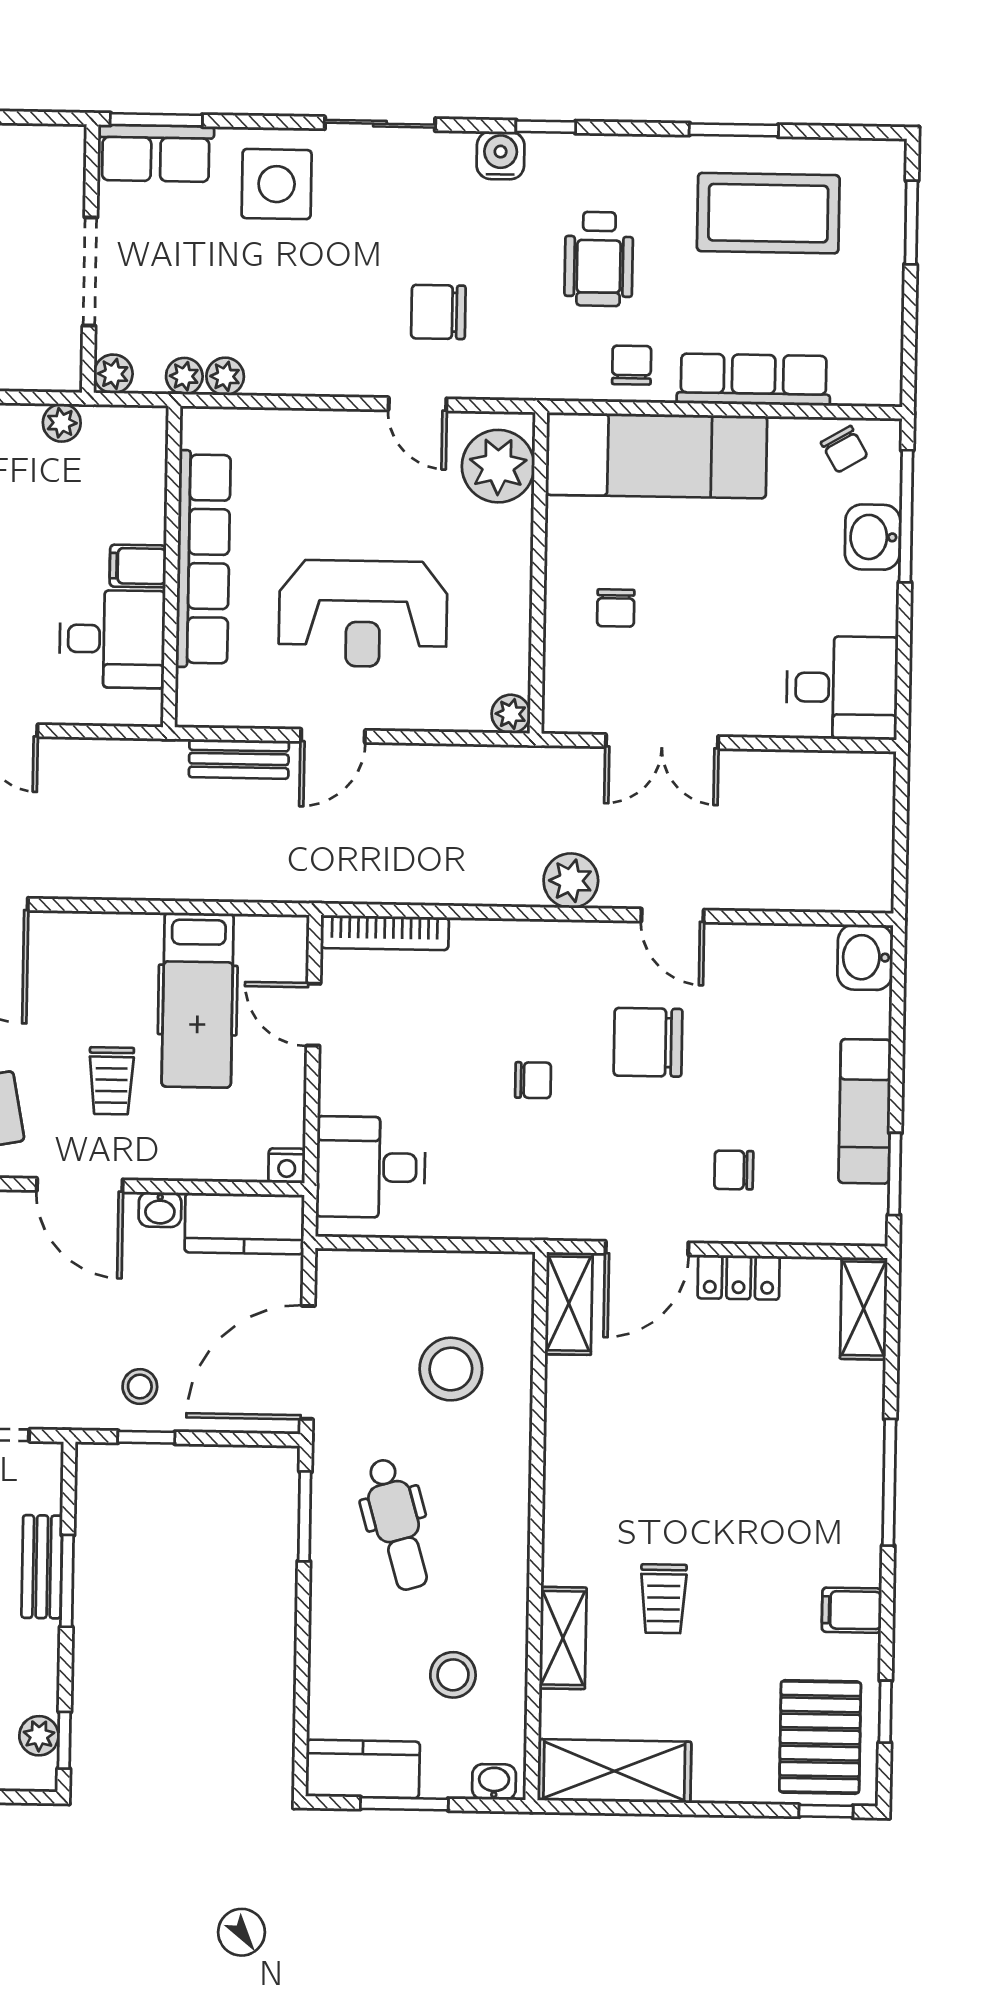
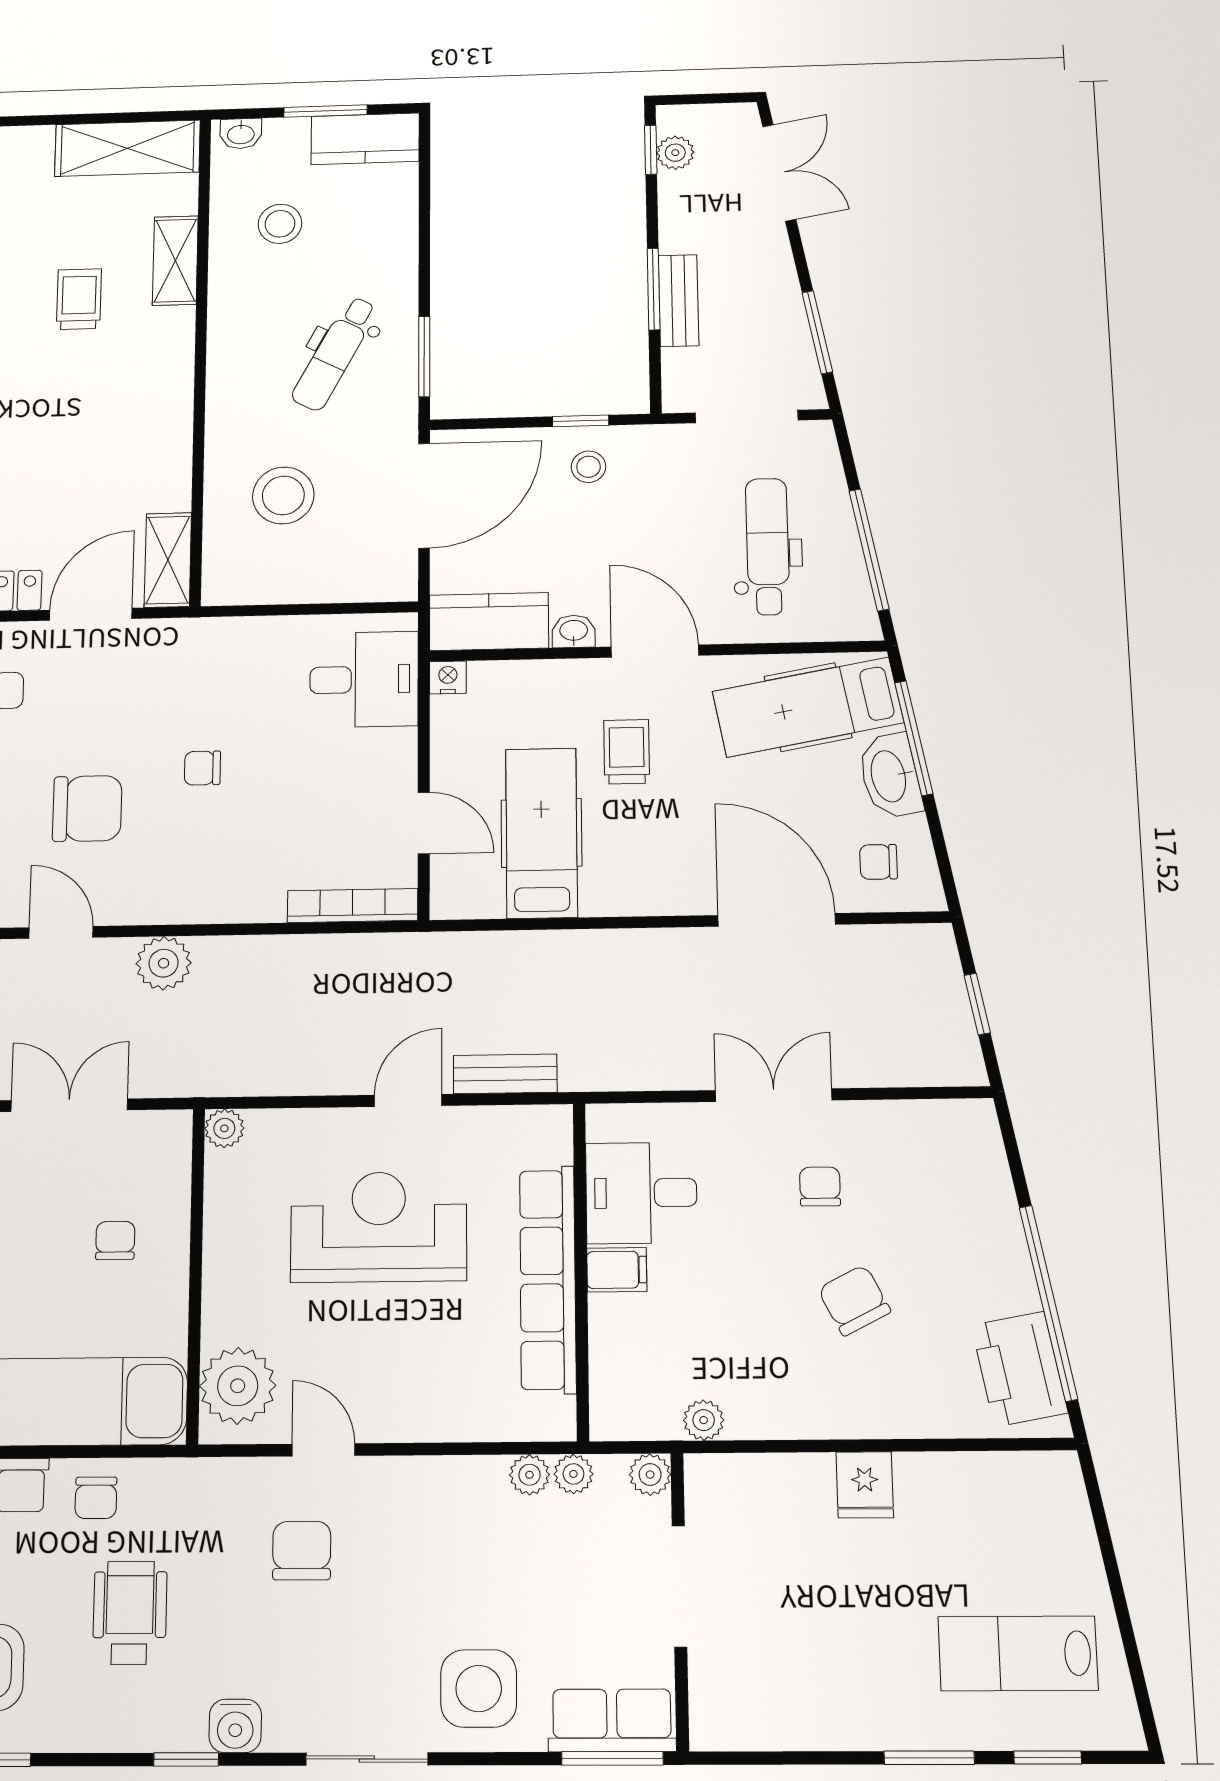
chair: (438, 312) -> (302, 1551), turned -90
dental chair: (397, 1524) -> (335, 353), turned -136

